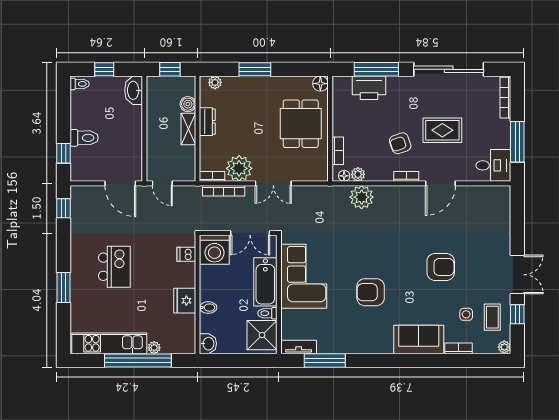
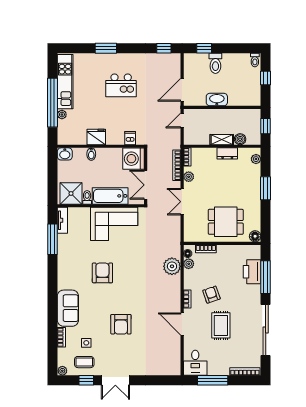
washbasin: (134, 90) -> (217, 100), moved
plant: (239, 168) -> (189, 177), width x0.53, depth x0.53

